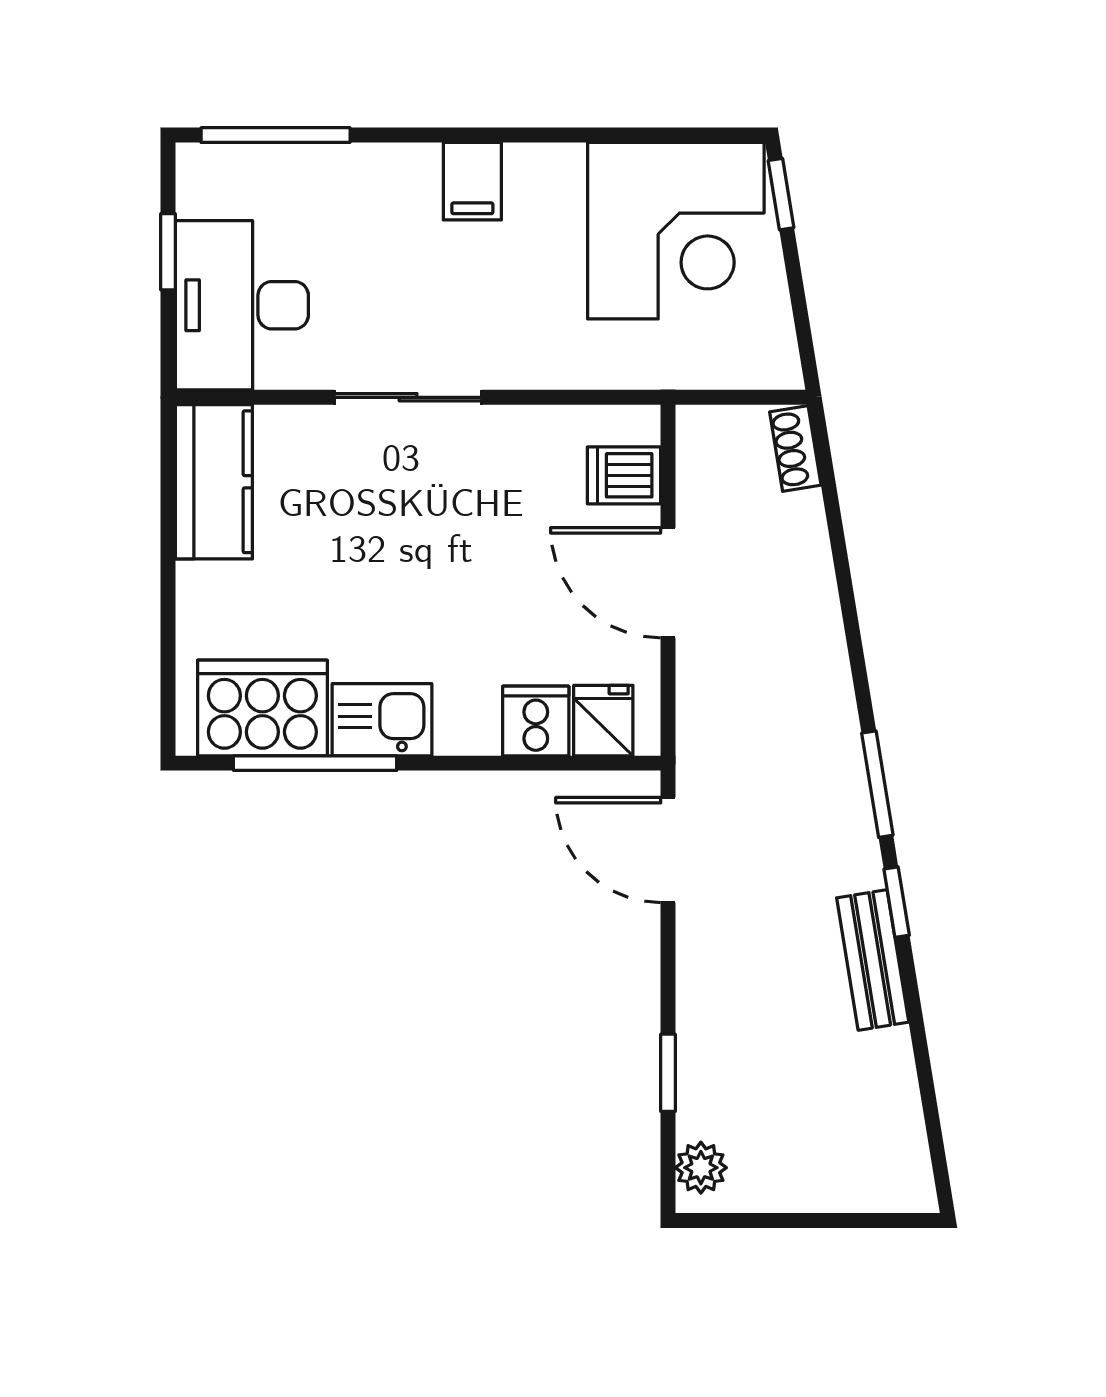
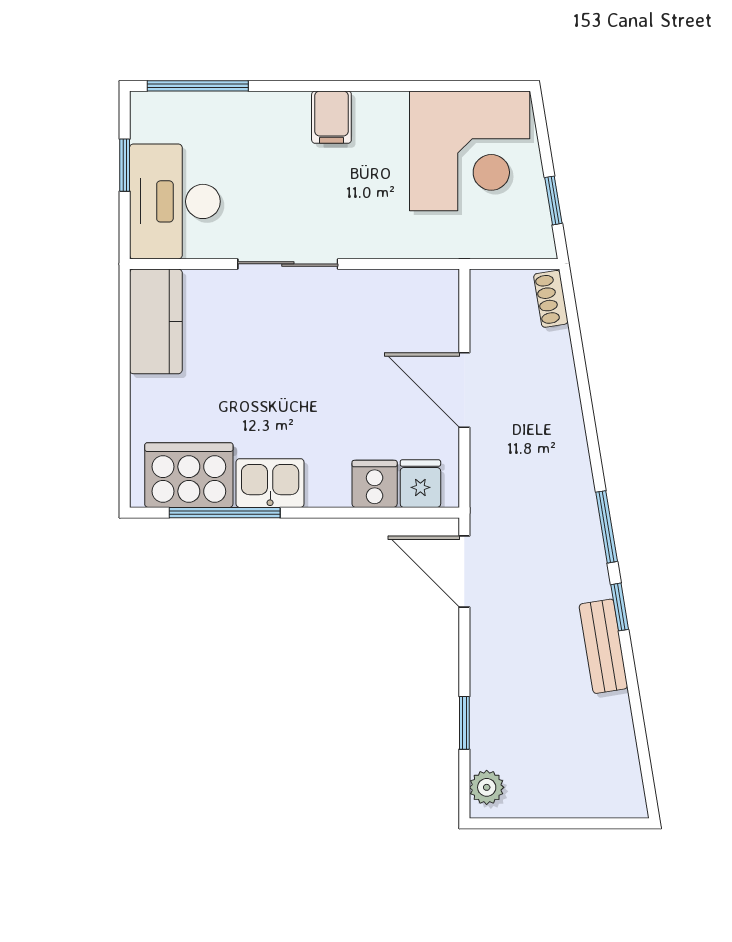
window: (781, 194) -> (553, 200), moved
dishwasher: (624, 475) -> (434, 317), removed

